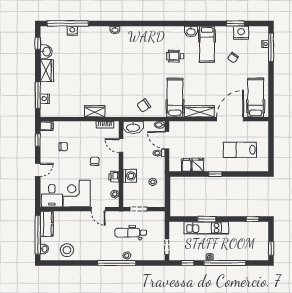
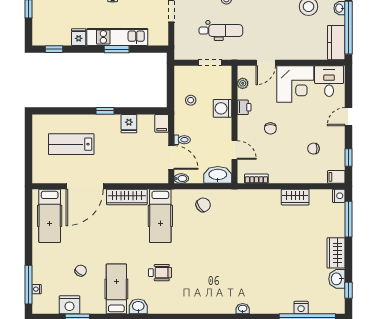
nightstand: (45, 99) -> (339, 196), moved
wardrobe: (95, 111) -> (295, 197), moved
lab bench: (240, 150) -> (71, 144), turned 180
filing cabinet: (186, 165) -> (162, 123), moved
door: (98, 209) -> (266, 63), swing flipped
fridge: (234, 228) -> (79, 37), added

